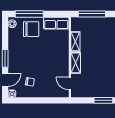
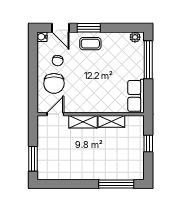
window: (92, 14) -> (148, 143), width x0.46
chair: (31, 29) -> (54, 83), moved
coffee table: (17, 57) -> (90, 44), added

